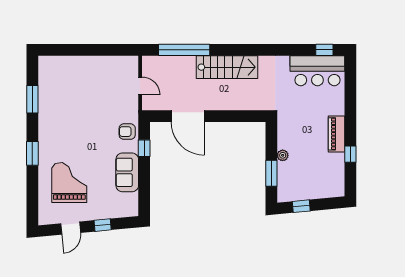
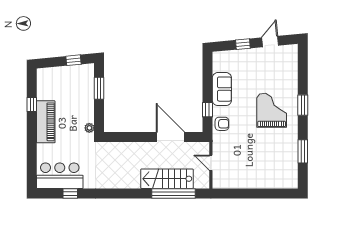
window: (324, 50) -> (70, 193), moved
stairs: (227, 67) -> (167, 179), moved
piano: (337, 134) -> (46, 122), width x1.37, depth x1.33
plant: (283, 155) -> (89, 128), moved
grand piano: (69, 183) -> (272, 110), moved, turned 180

